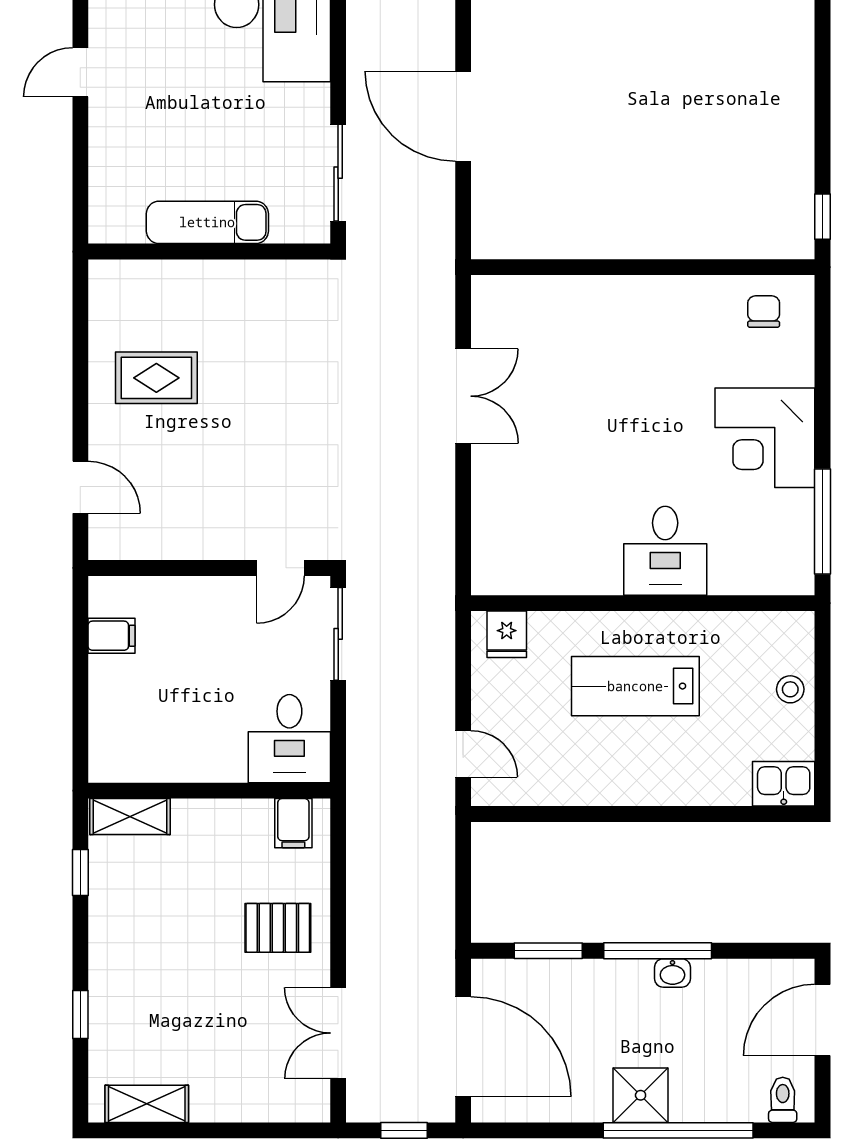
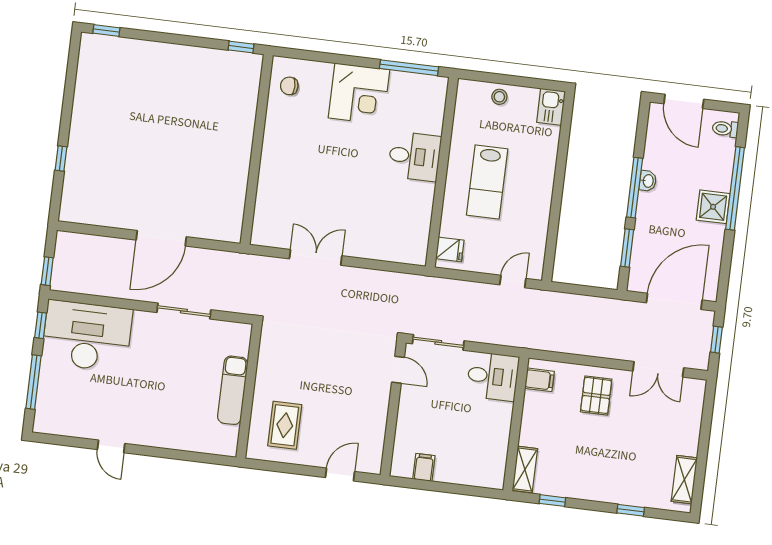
exam couch: (207, 222) -> (233, 390), moved
wall: (209, 252) -> (249, 391), moved

